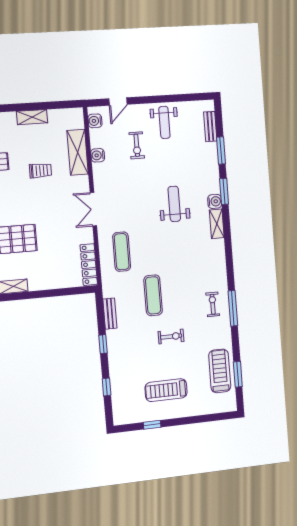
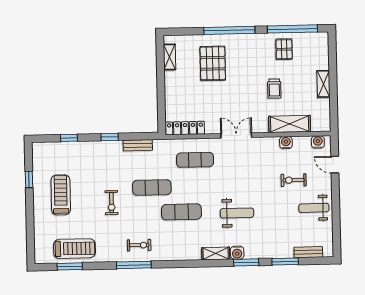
exercise mat: (176, 262) -> (181, 212), added

